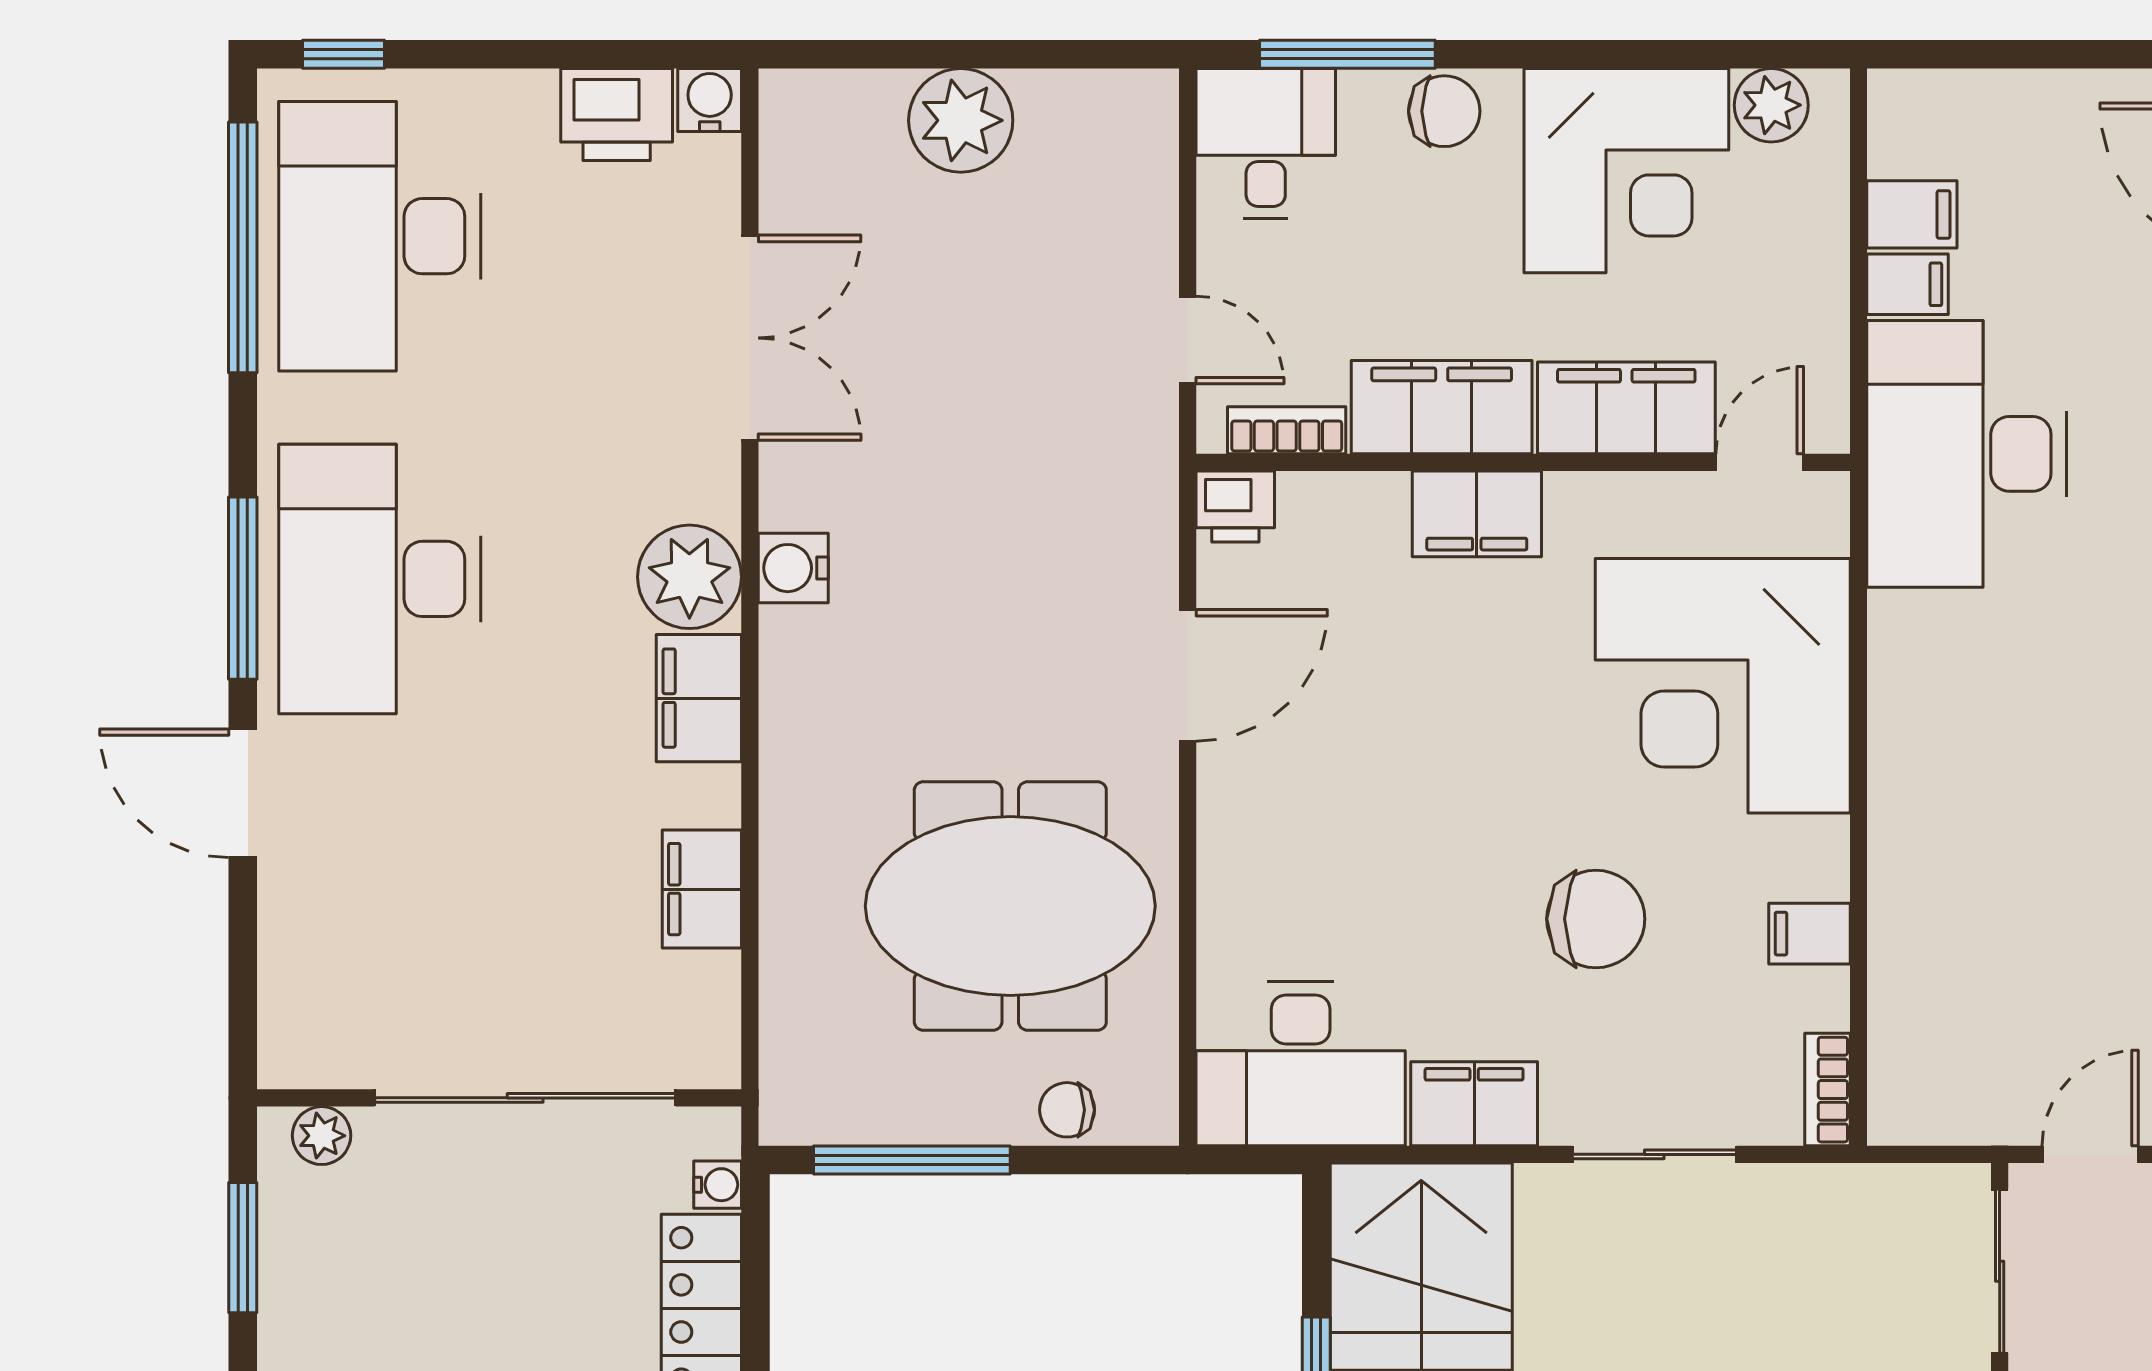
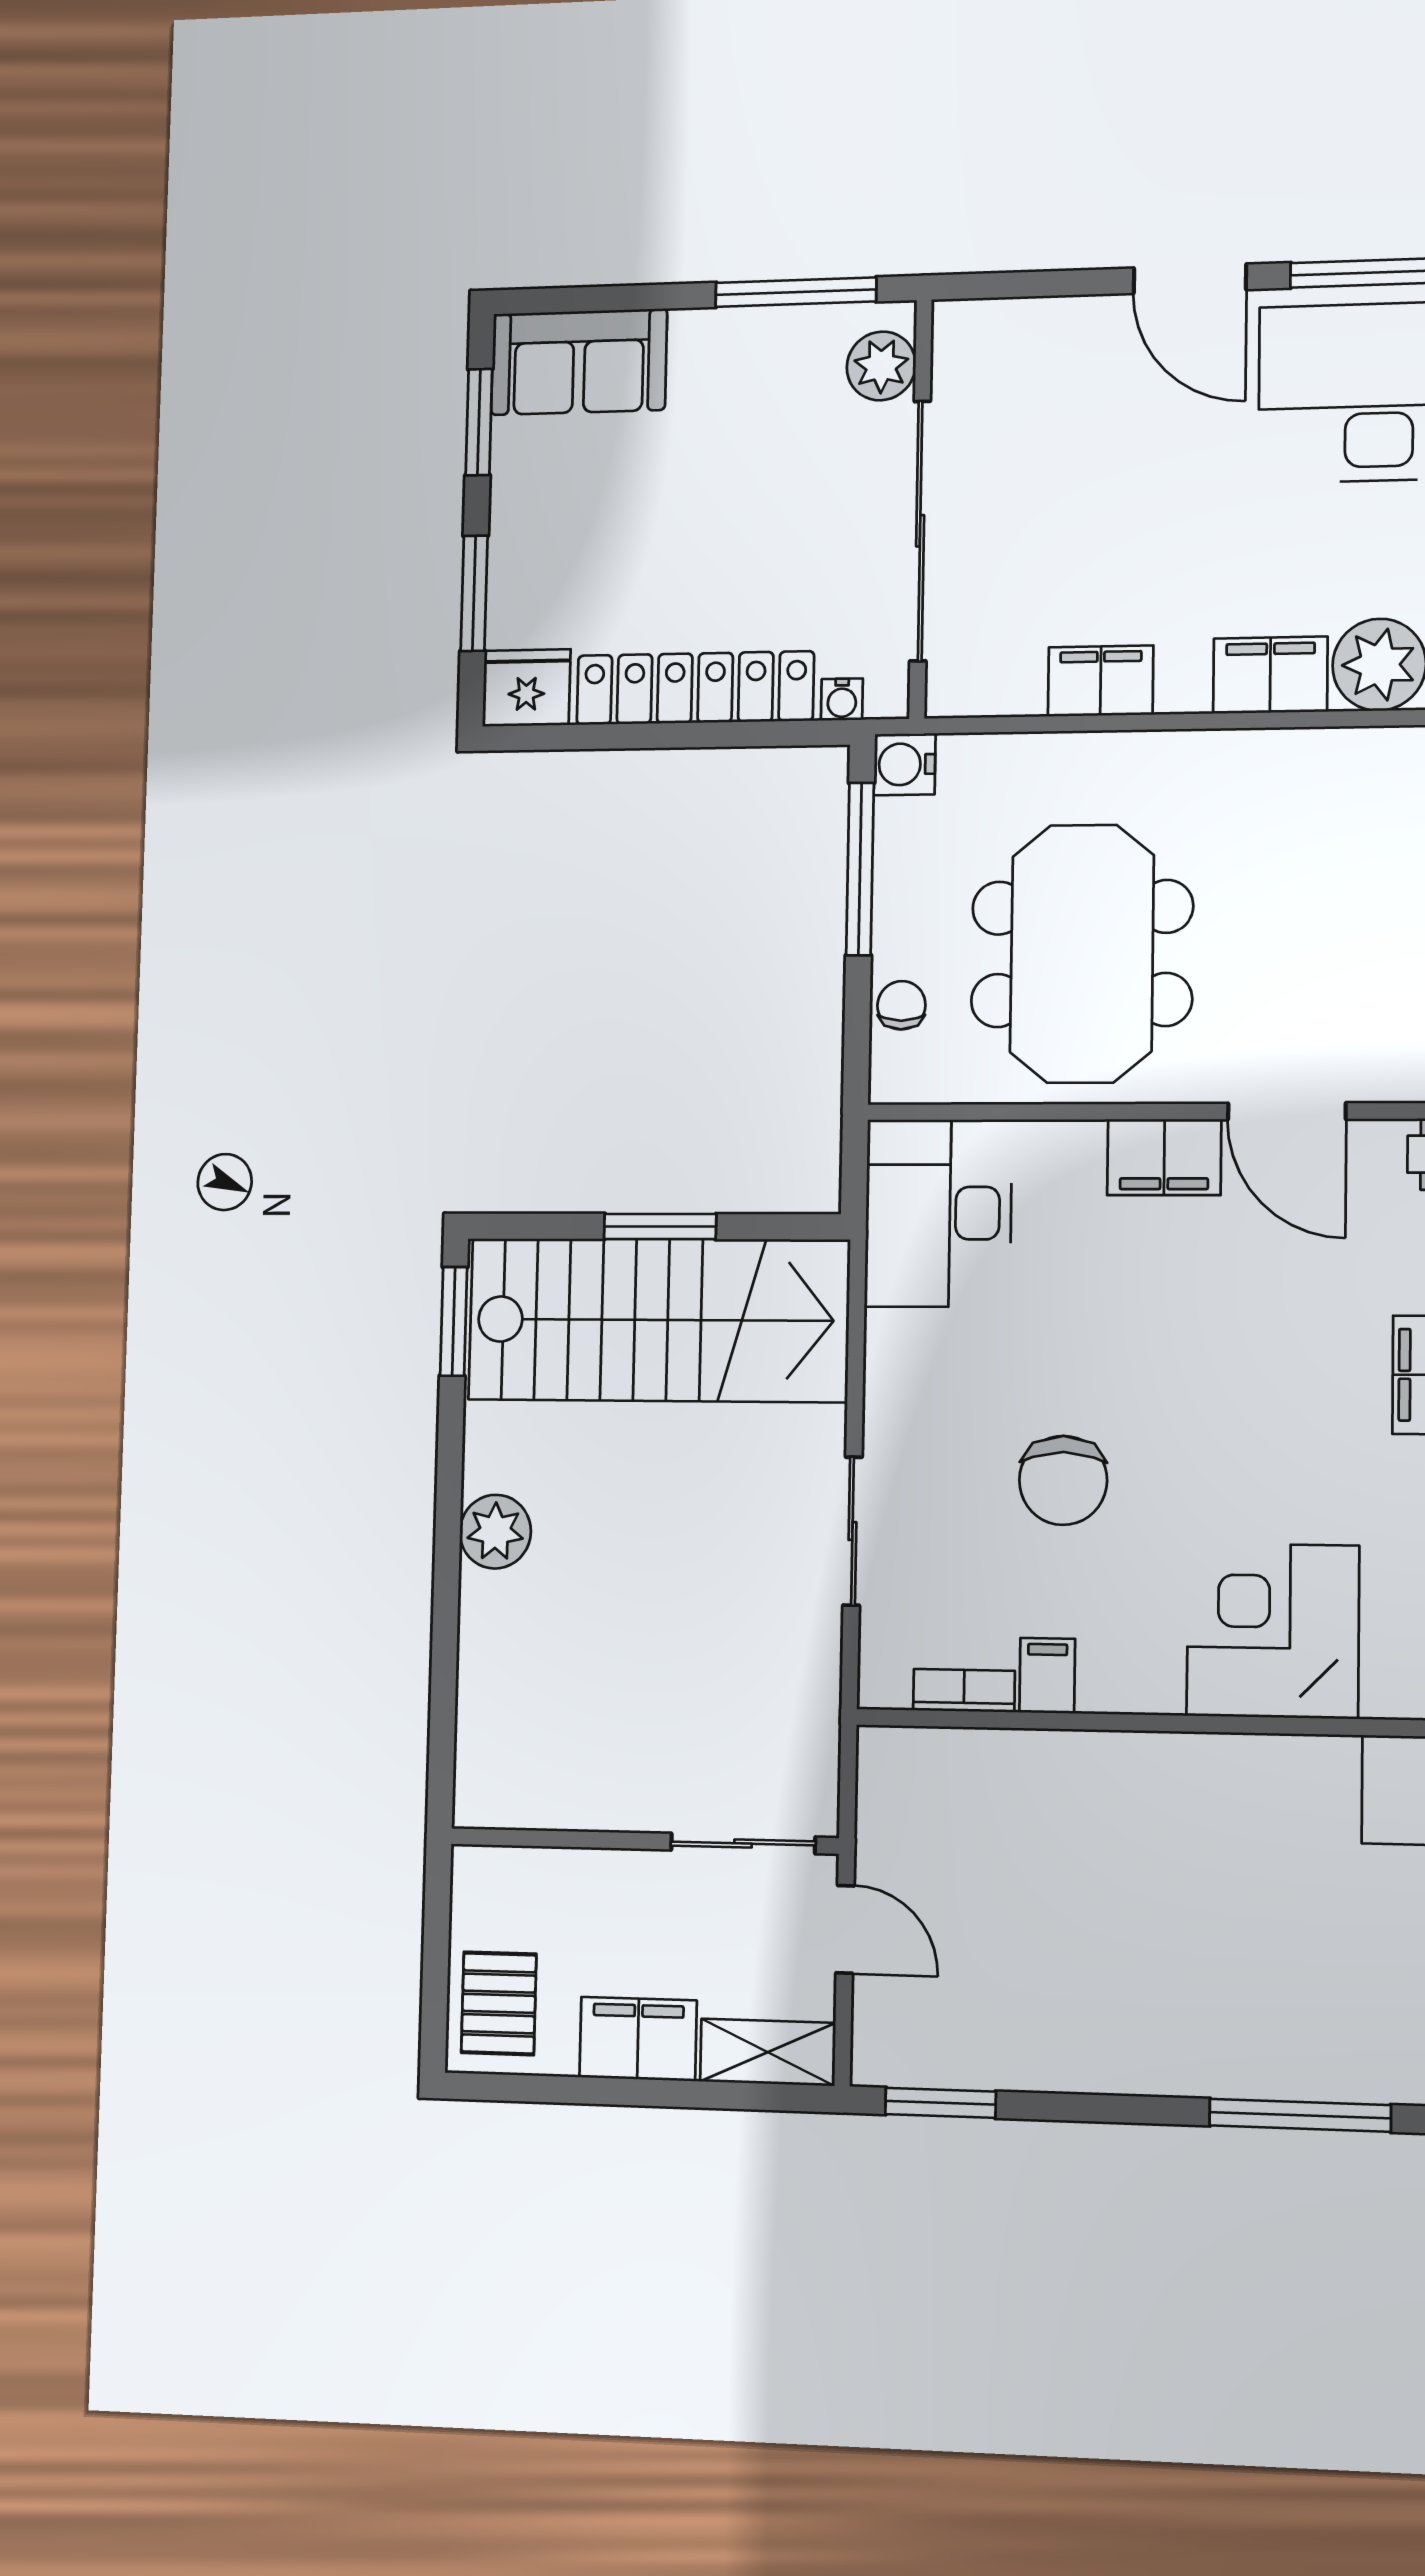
water cooler: (793, 568) -> (905, 764), moved, turned -90
corner desk: (1723, 686) -> (1273, 1631), width x0.74, depth x0.74
door: (243, 793) -> (1190, 279), swing flipped
bookcase: (1827, 1090) -> (964, 1691), moved
filing cabinet: (1474, 1104) -> (1164, 1157), moved, turned 90
plant: (322, 1136) -> (881, 366), width x1.38, depth x1.38
window: (243, 1248) -> (796, 292), width x1.44

